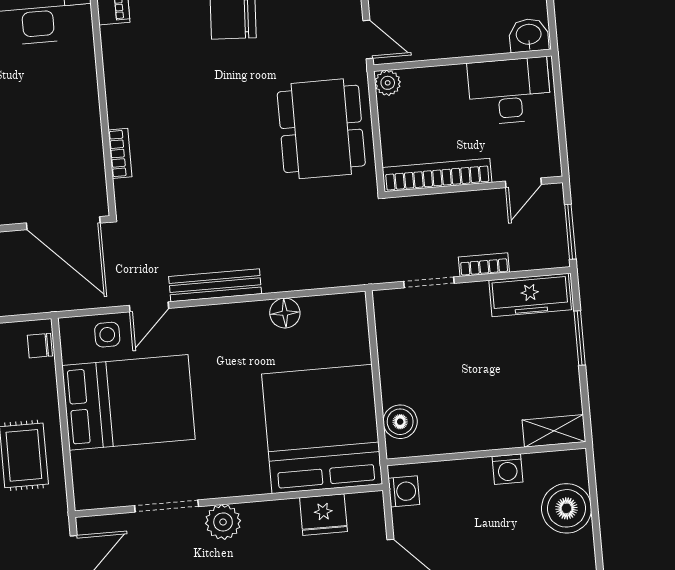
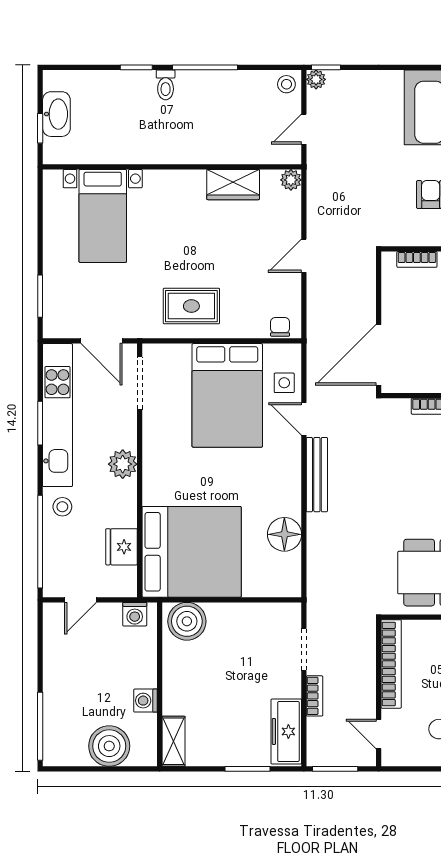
floor lamp: (285, 313) -> (284, 534), width x1.38, depth x1.38
boiler: (400, 422) -> (187, 621), width x1.37, depth x1.37
doorway: (167, 506) -> (140, 383), moved

